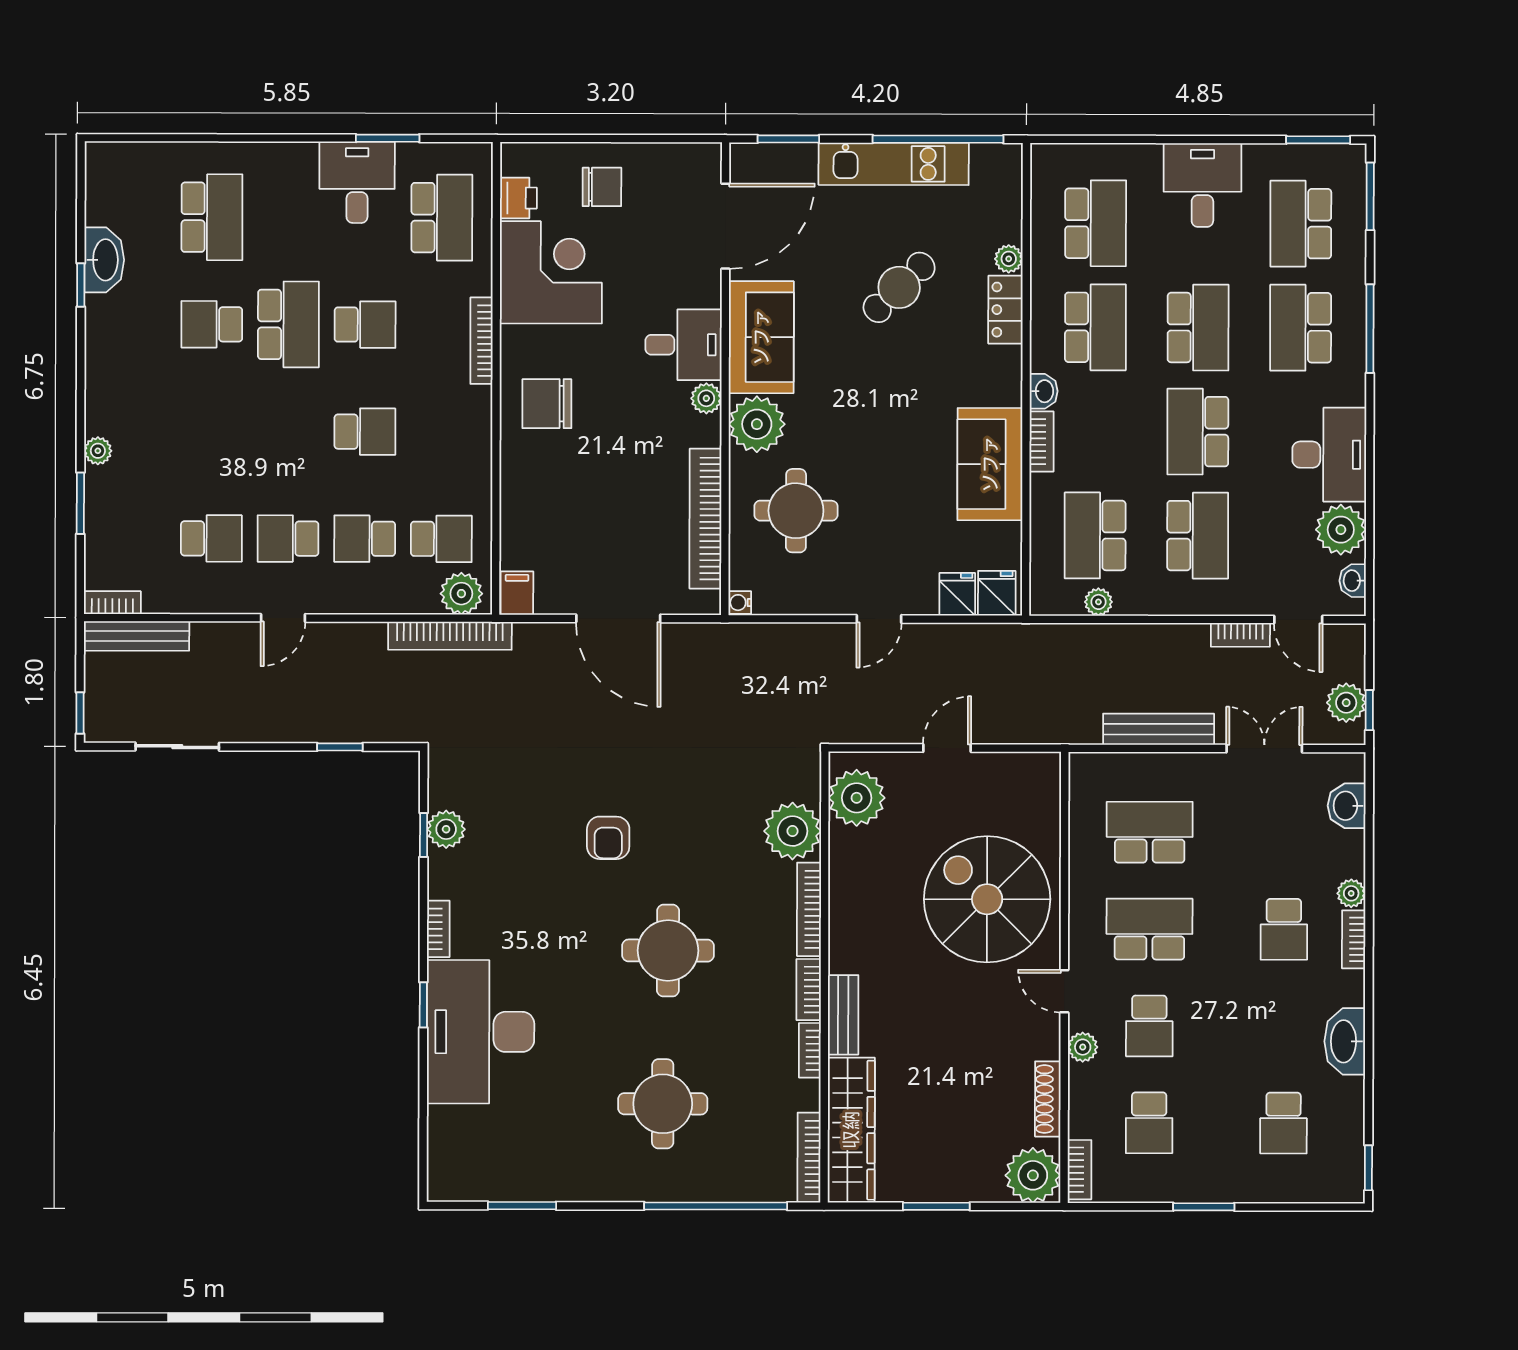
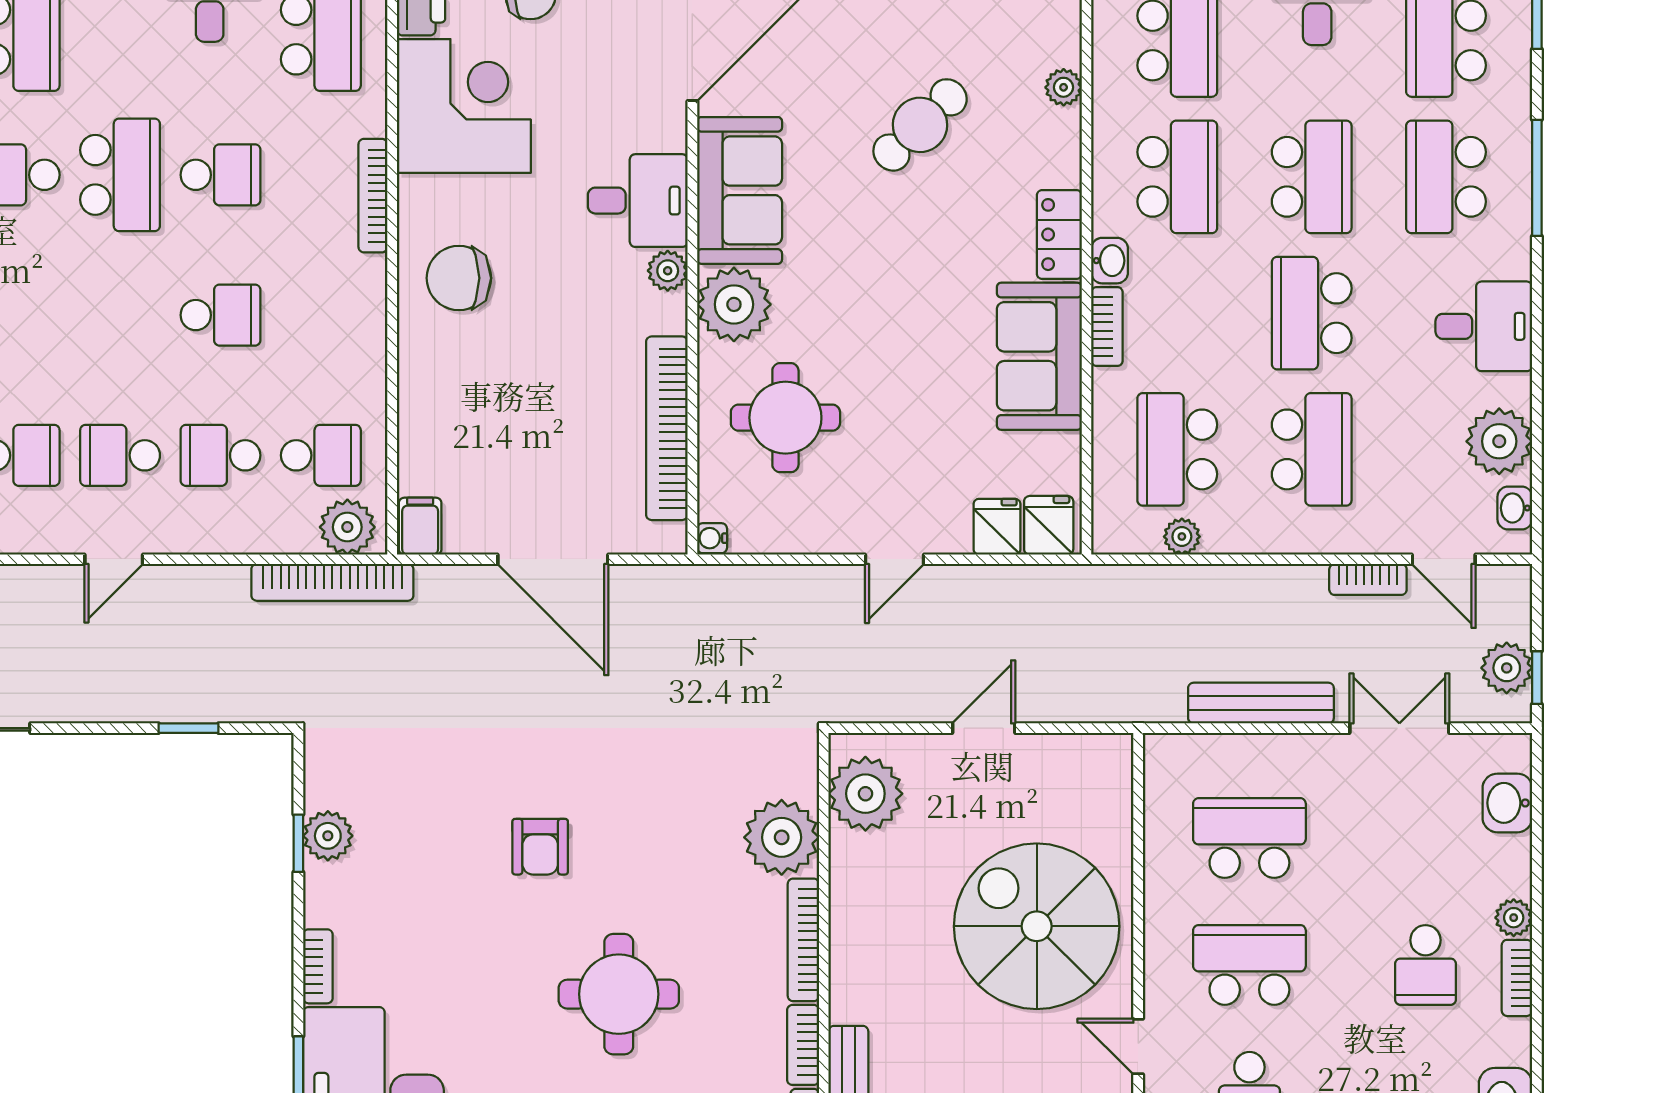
locker: (1005, 310) -> (1059, 235), moved
desk: (1329, 455) -> (1484, 326), width x0.73

